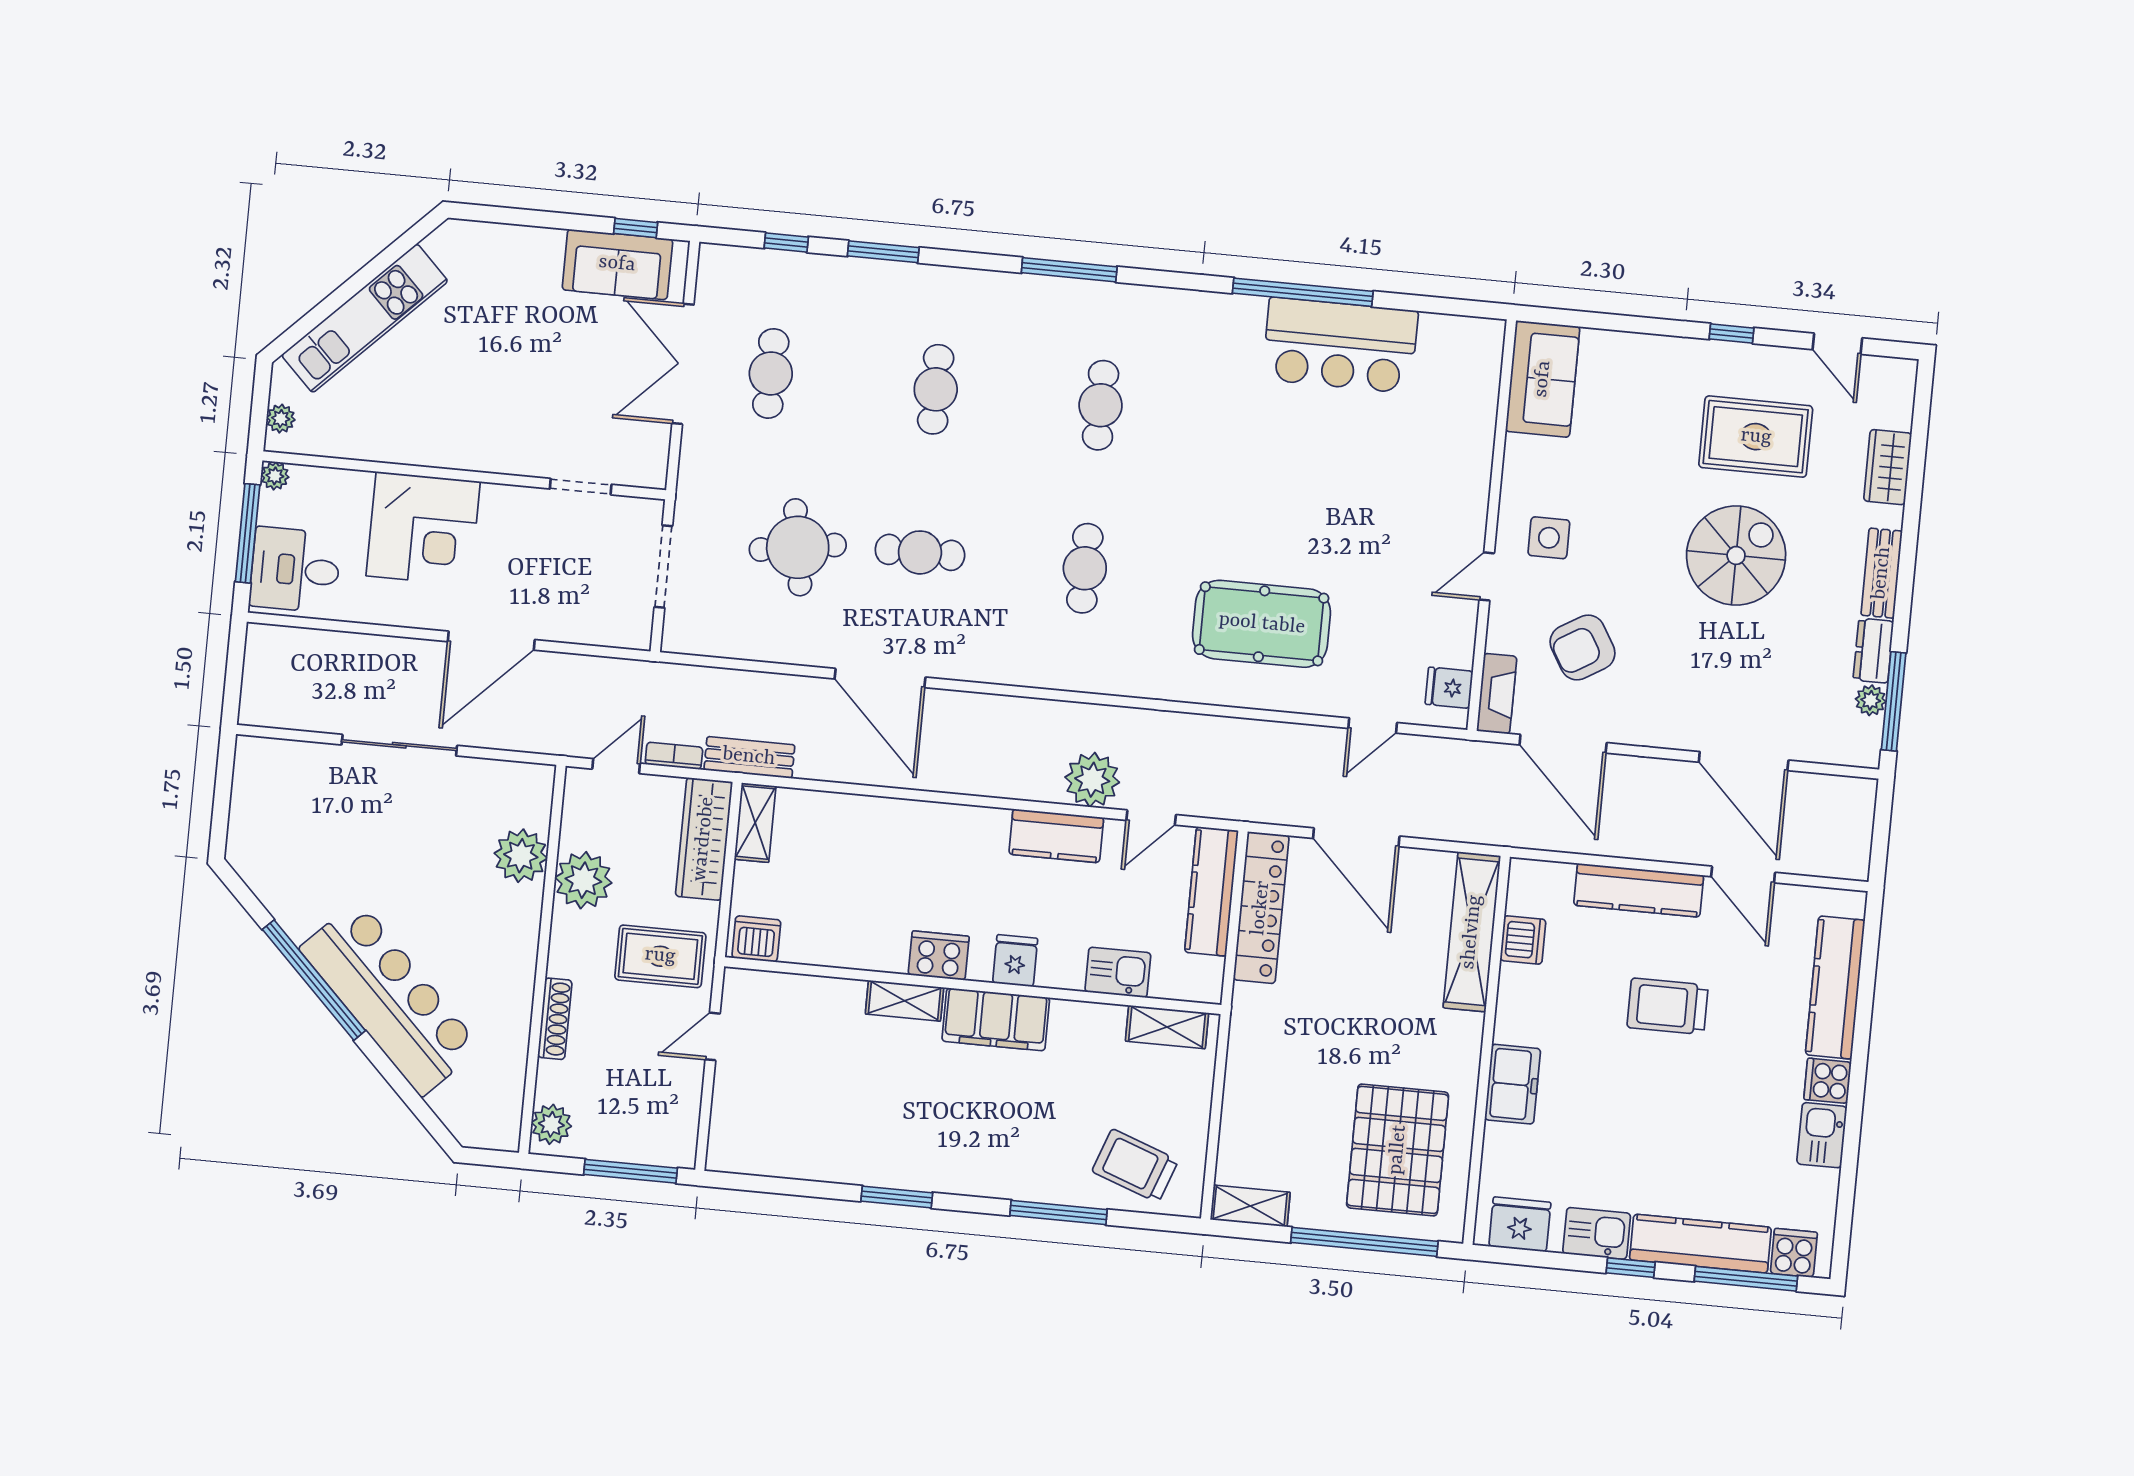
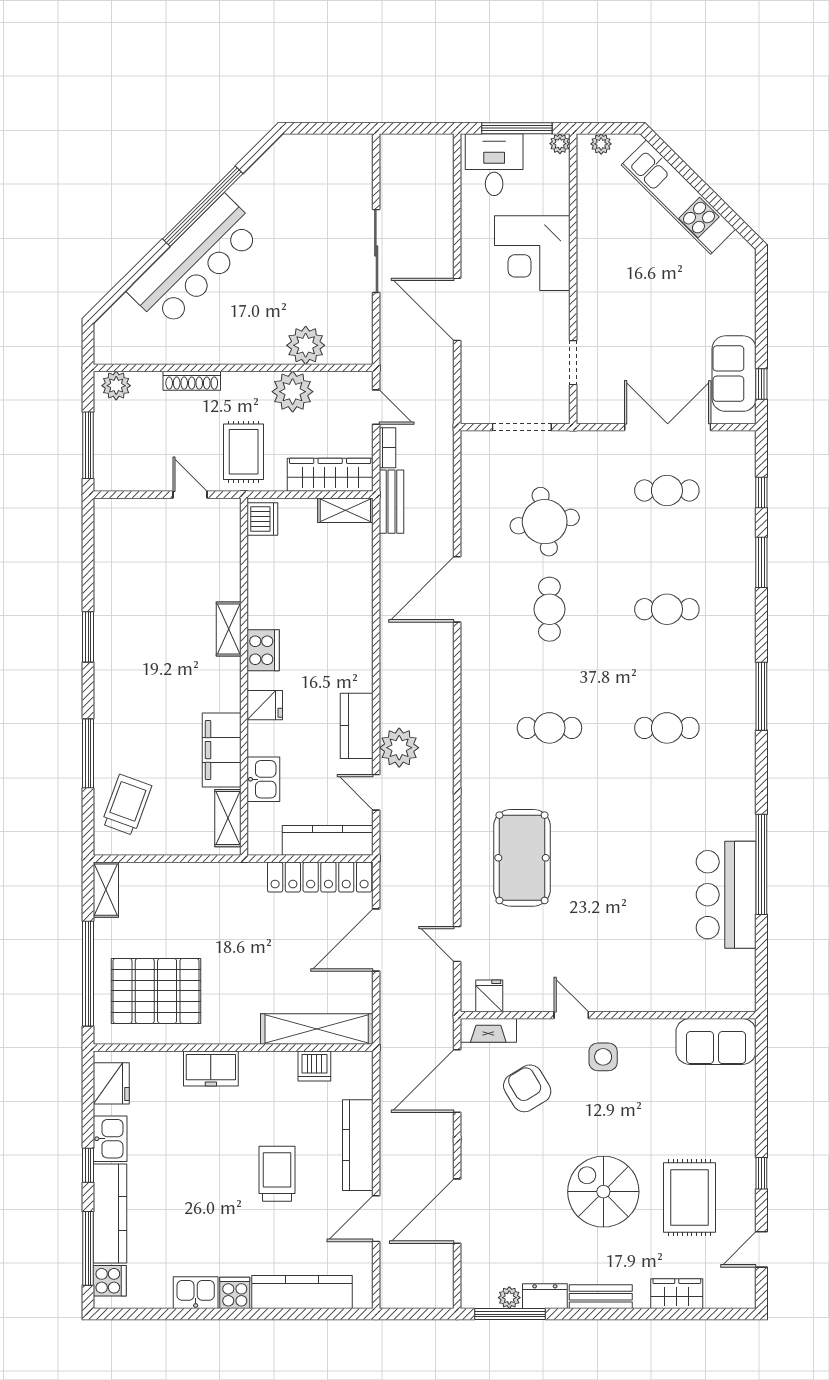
spiral stairs: (1736, 555) -> (603, 1192), turned 180
filing cabinet: (996, 1019) -> (222, 750), moved

